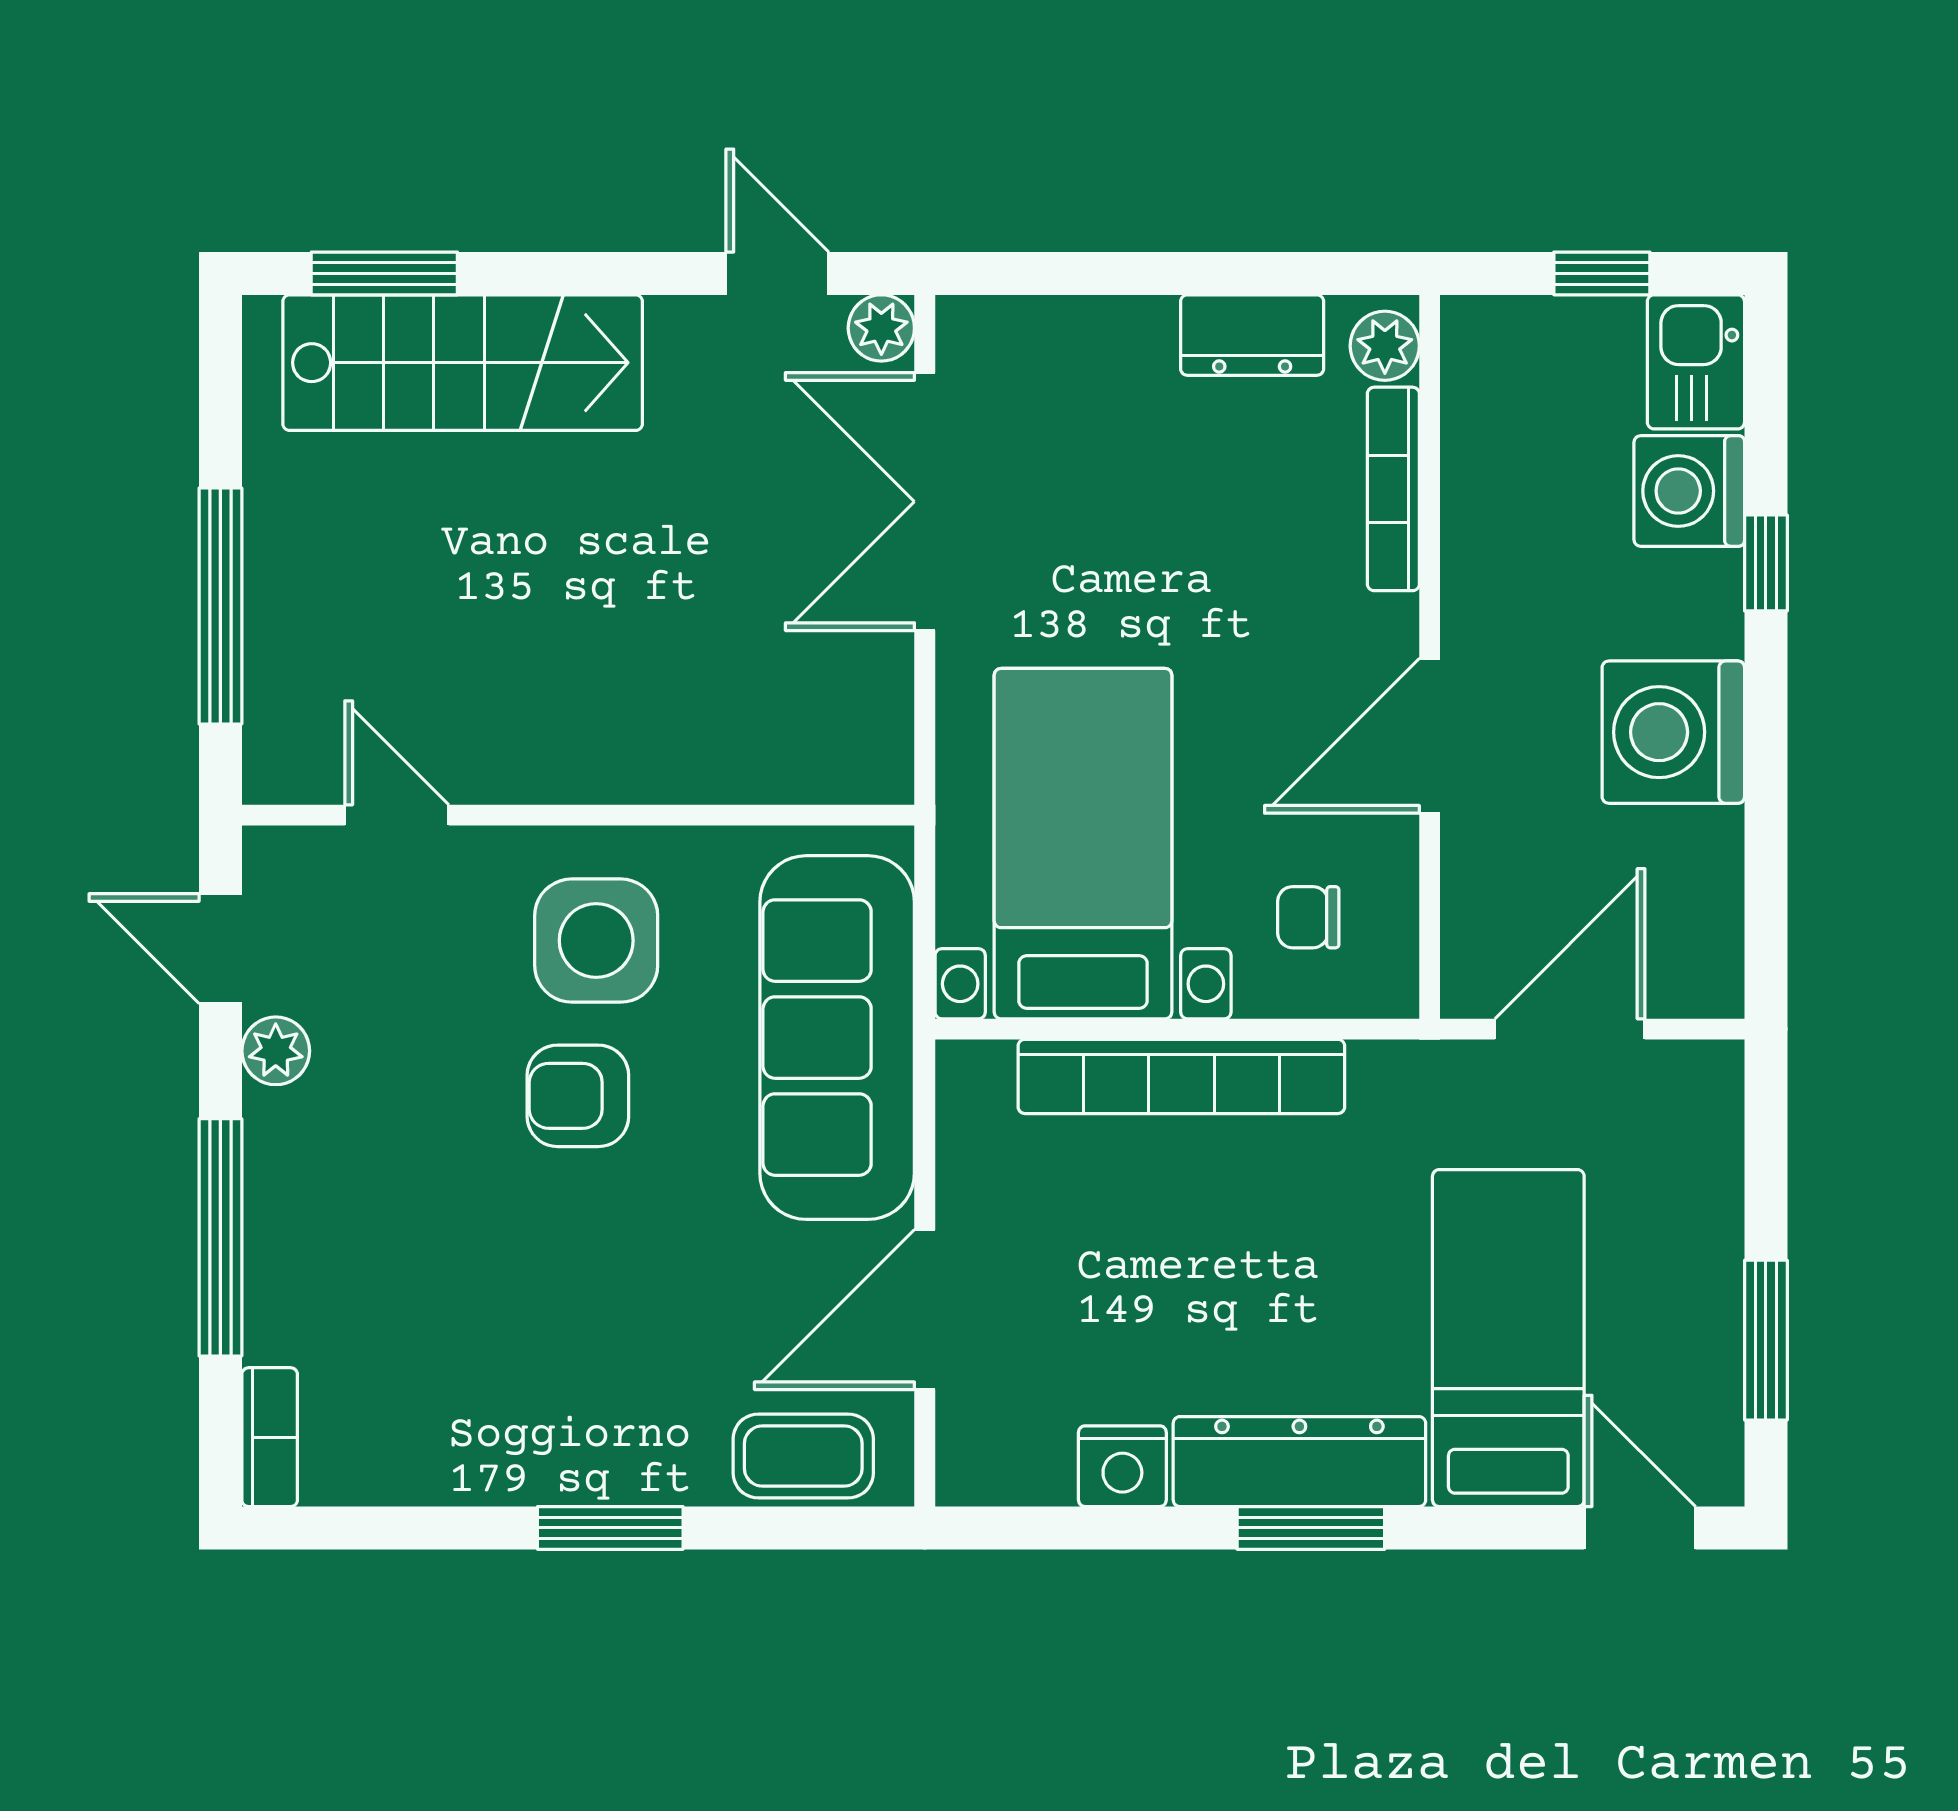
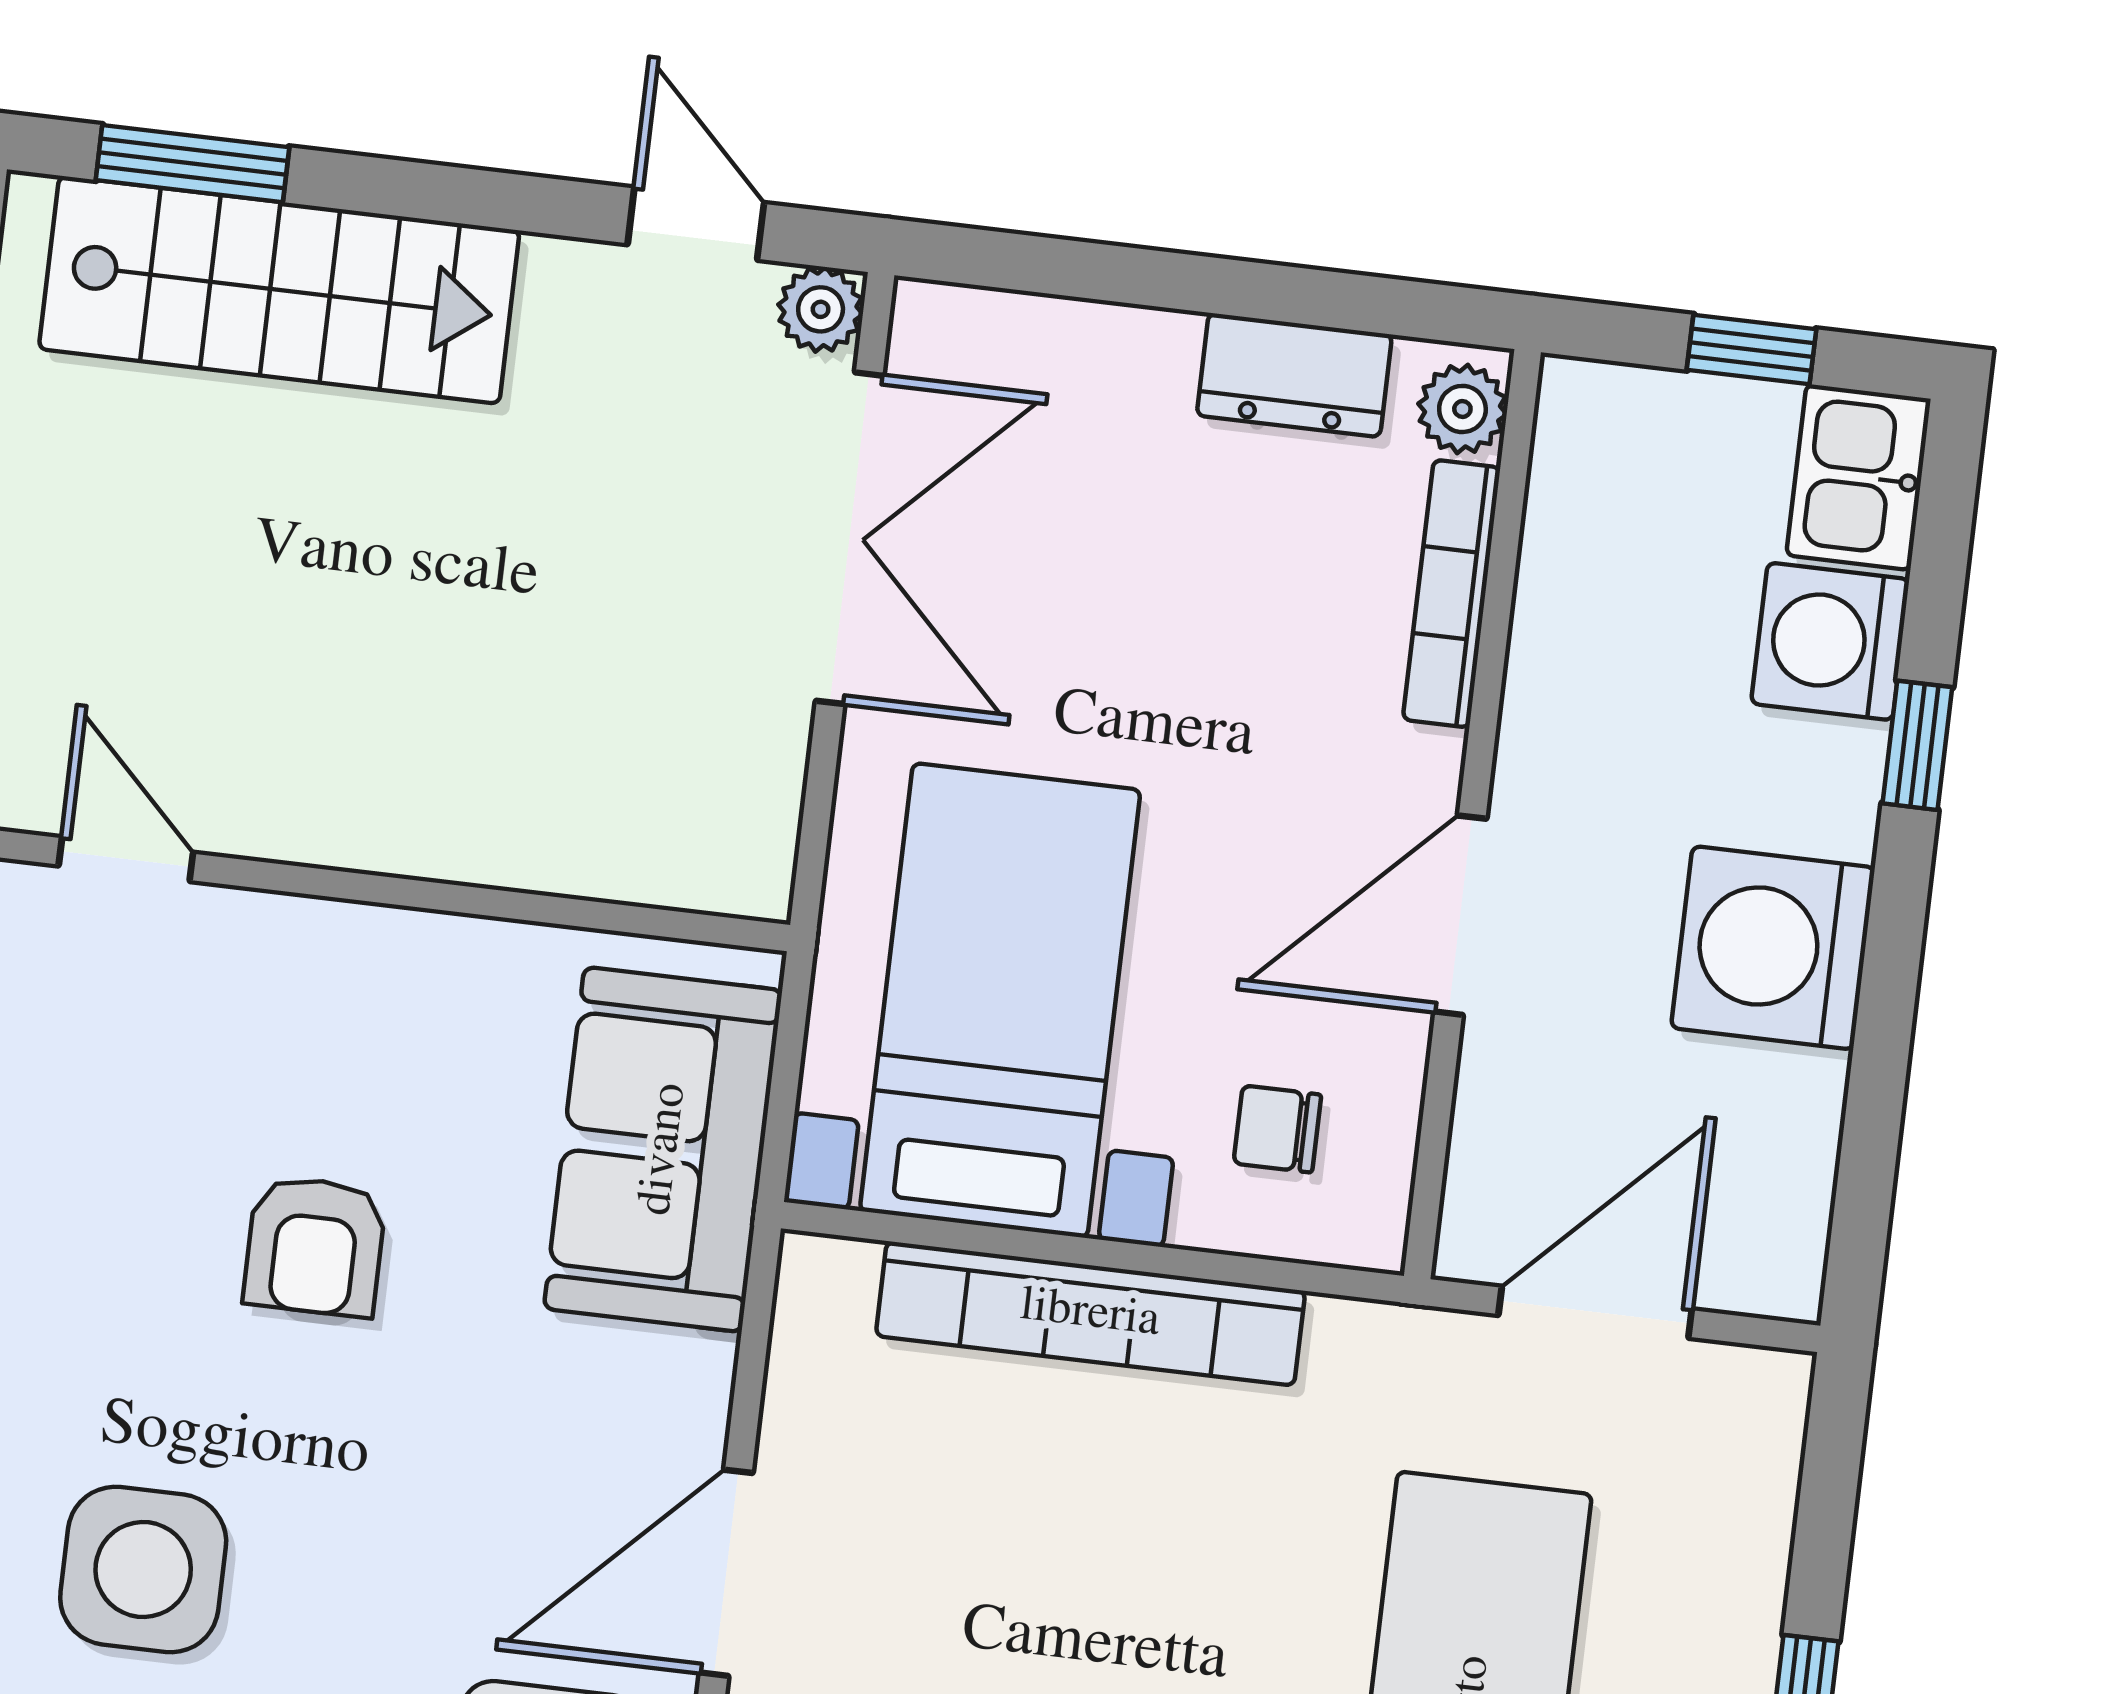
double door: (925, 502) -> (850, 538), swing flipped
side table: (596, 941) -> (143, 1569), moved
sofa: (837, 1038) -> (663, 1149), width x0.73
armchair: (578, 1096) -> (315, 1246), turned -90

